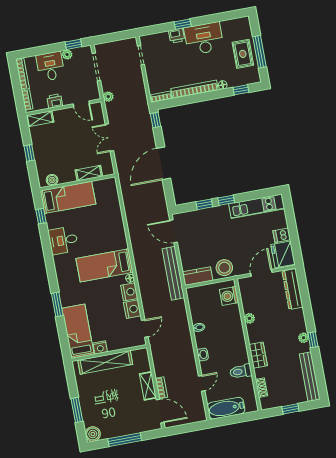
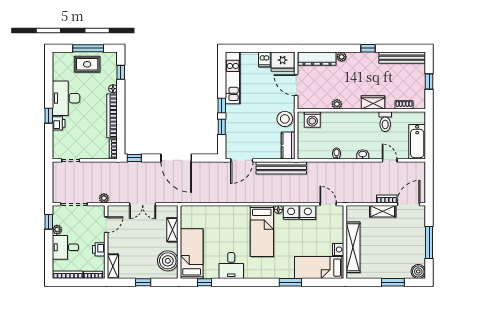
boiler: (52, 180) -> (168, 261), width x1.86, depth x1.86
plant: (303, 338) -> (342, 57), moved

